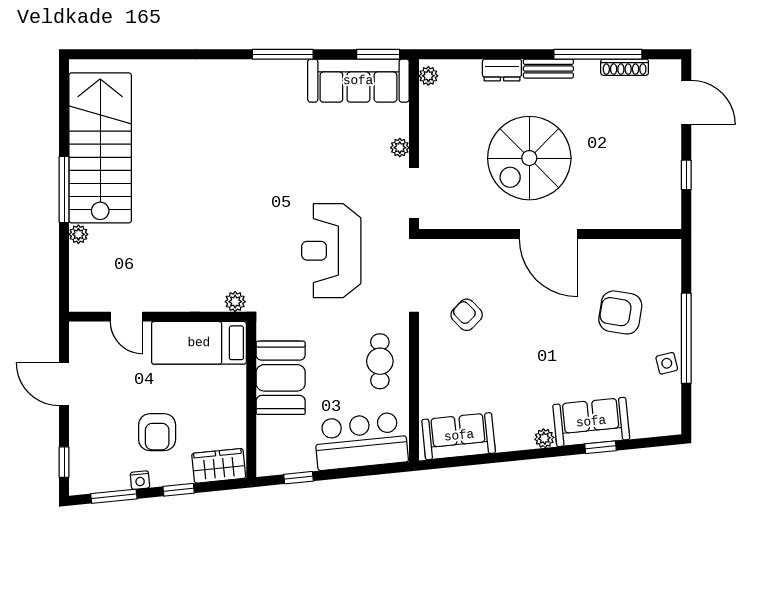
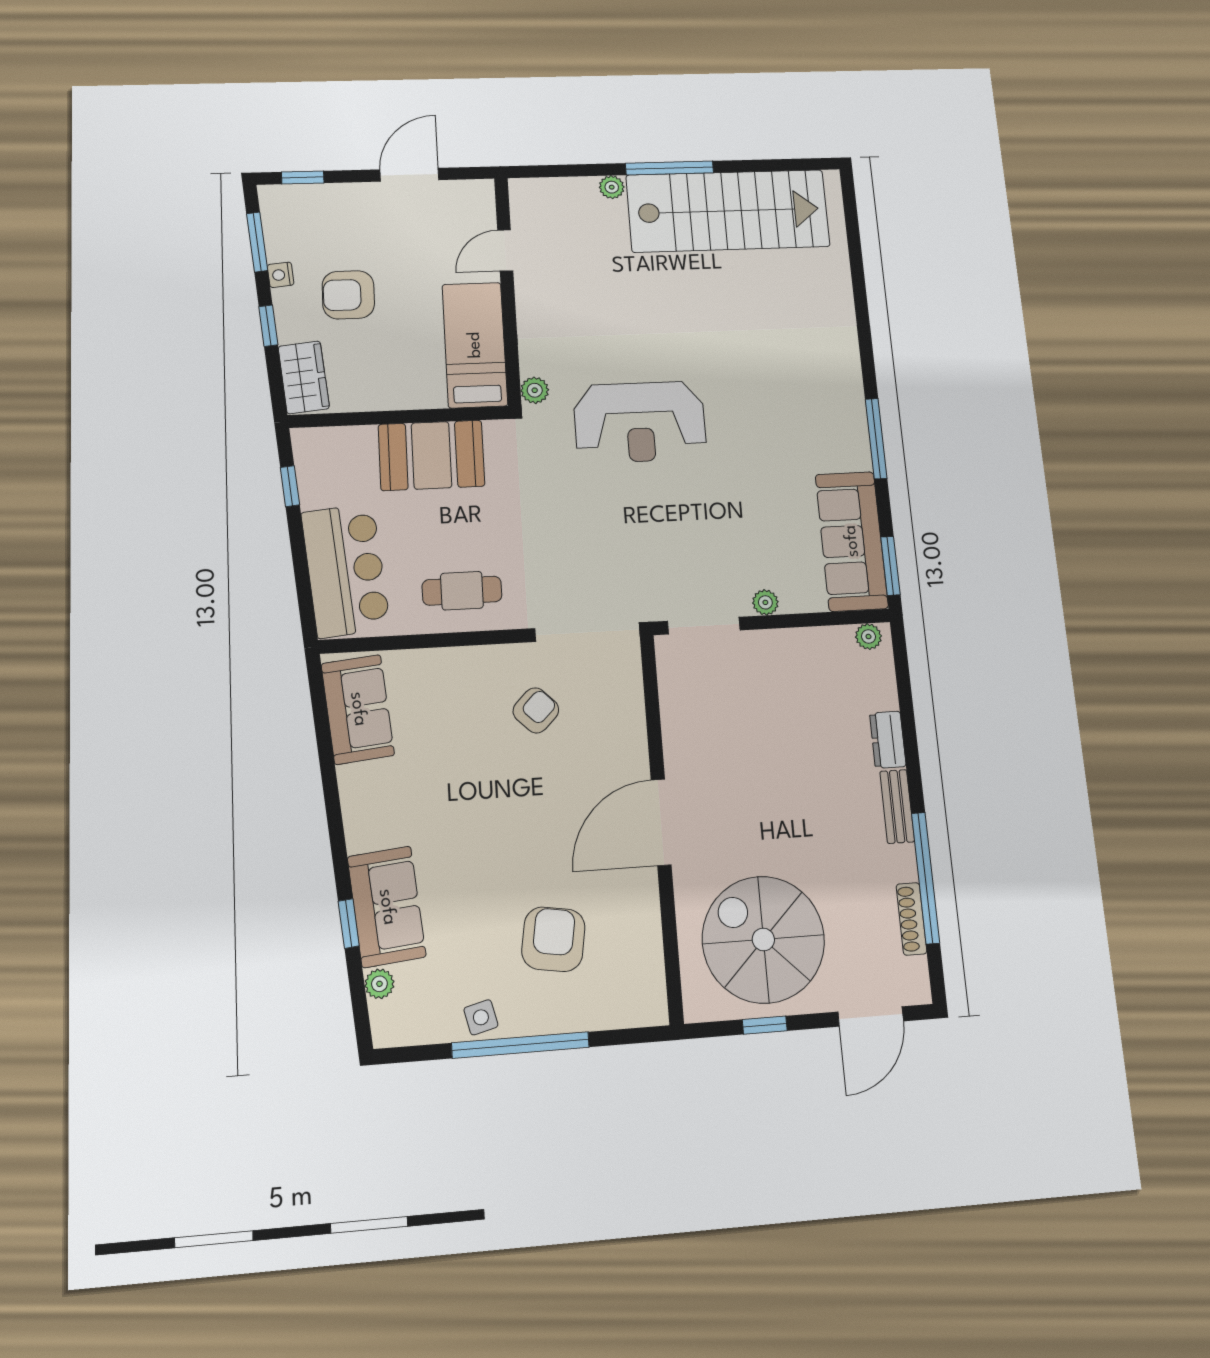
spiral stairs: (529, 158) -> (763, 939), moved
reception desk: (331, 251) -> (640, 422), moved, turned 180
plant: (544, 438) -> (379, 984), moved

